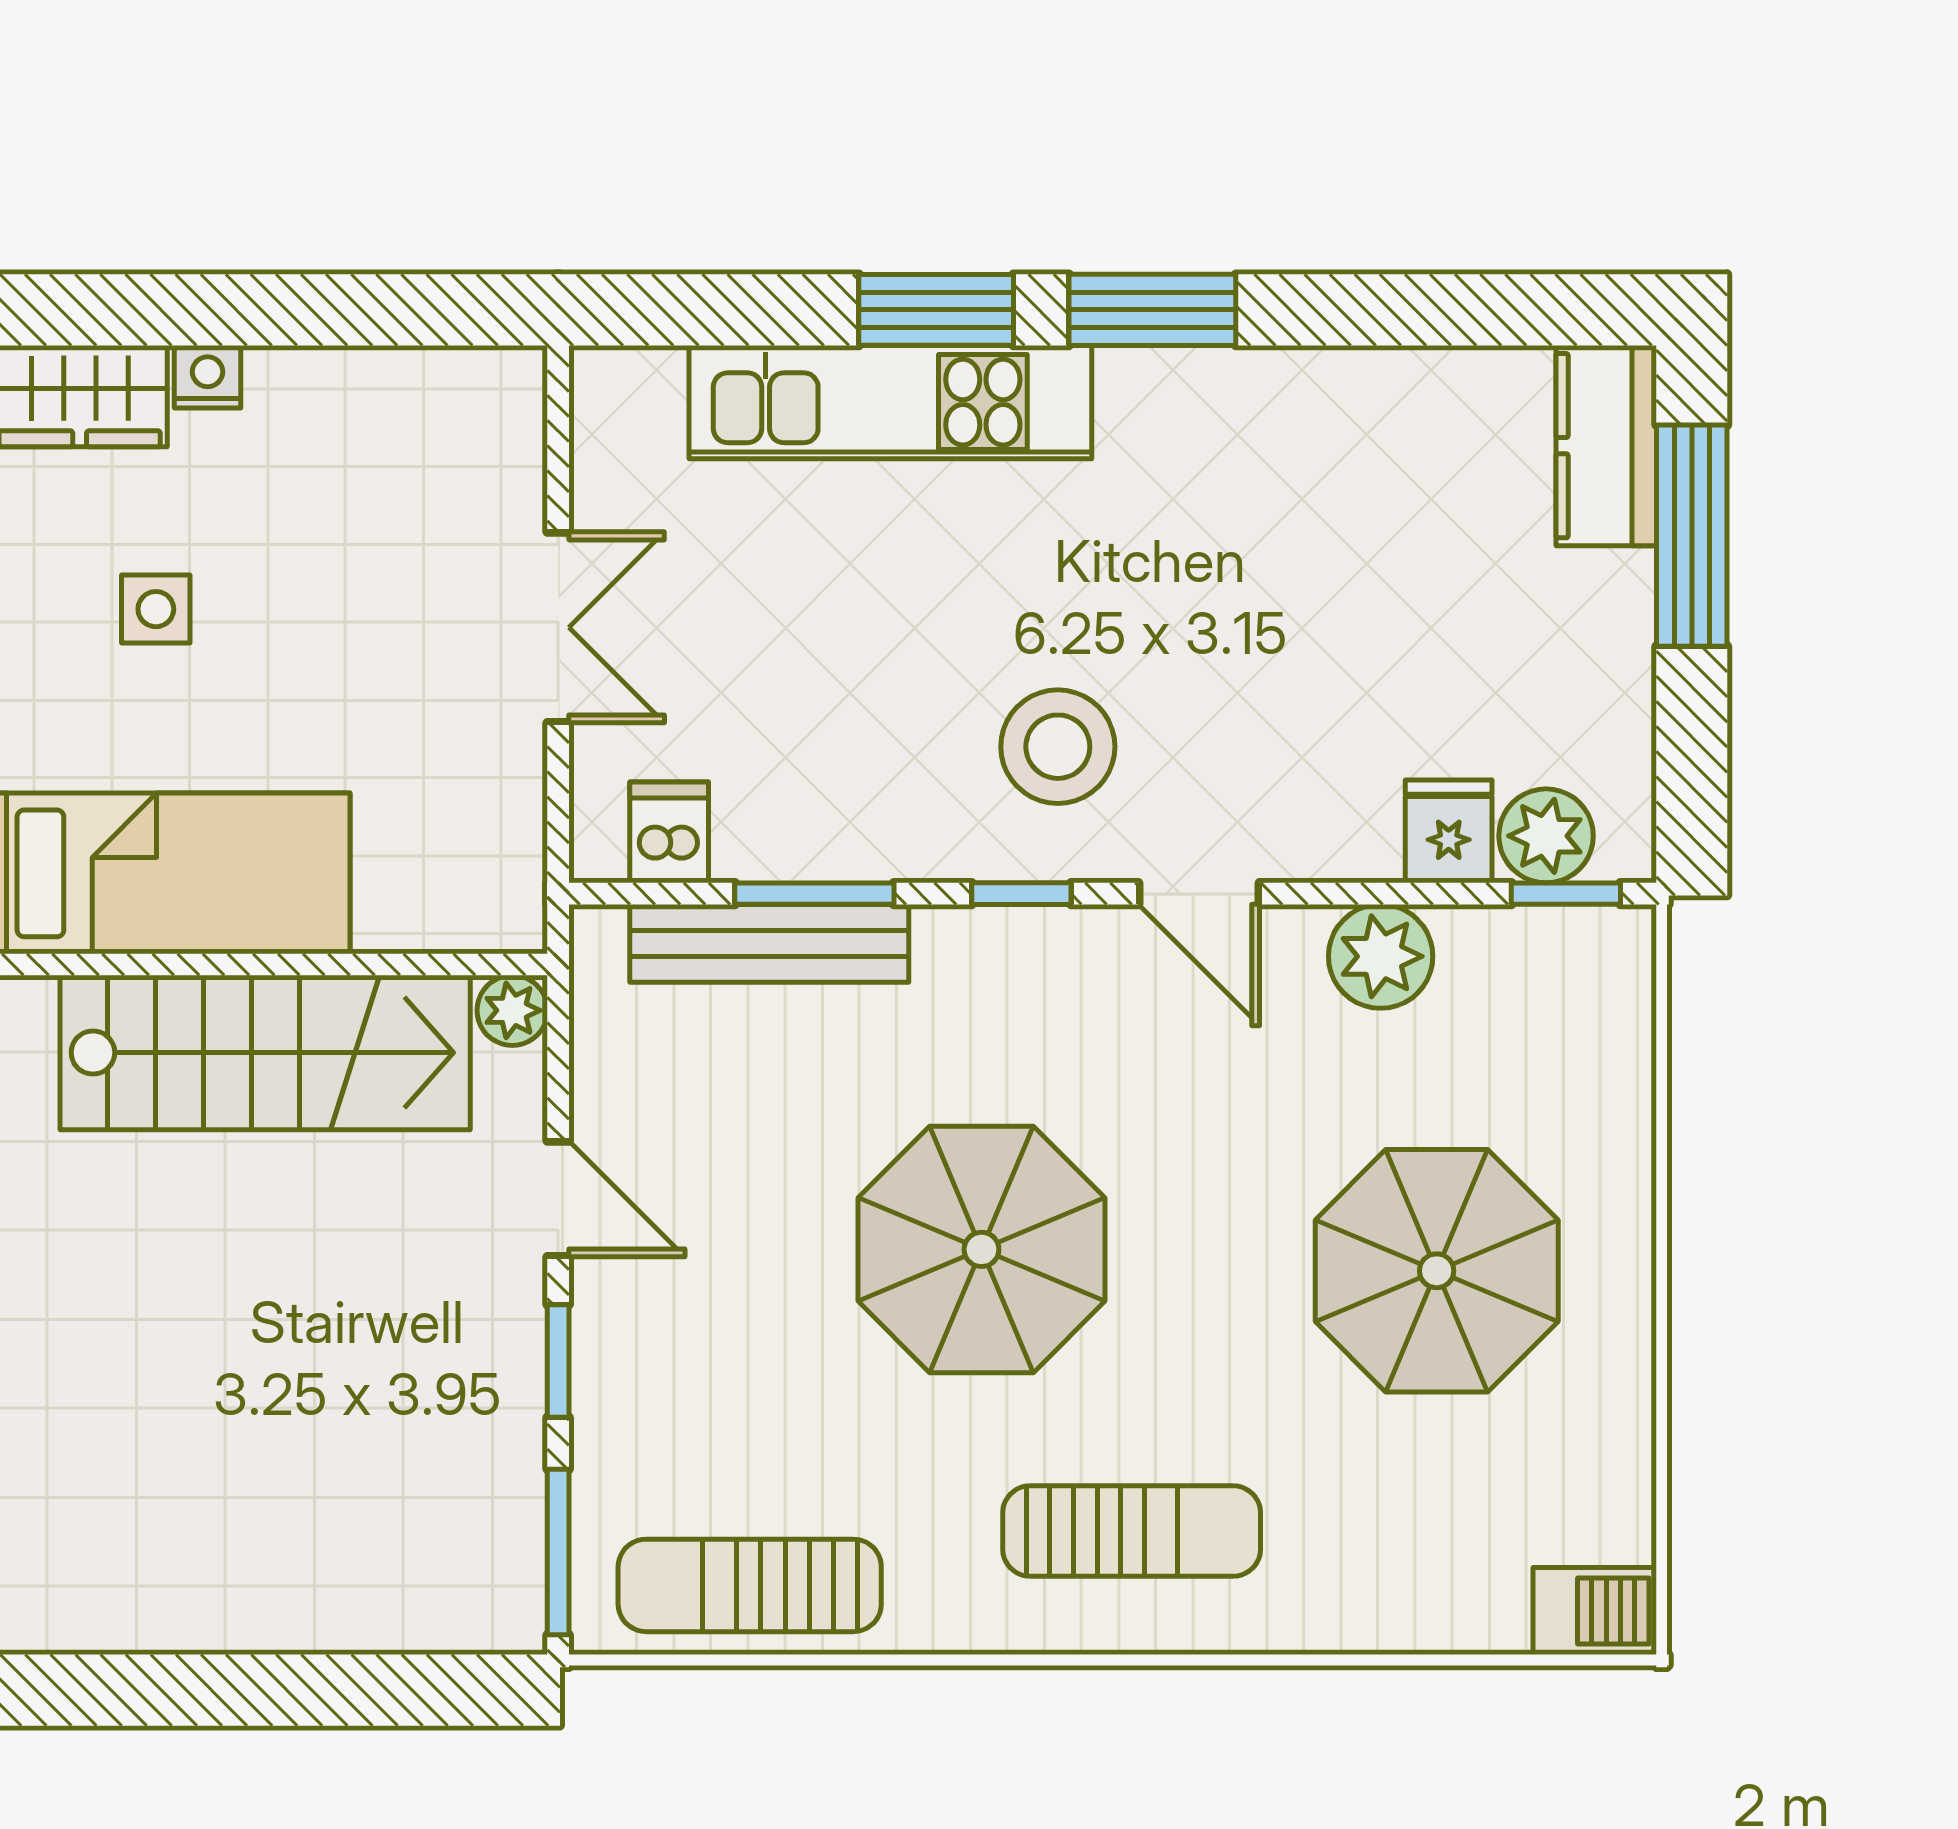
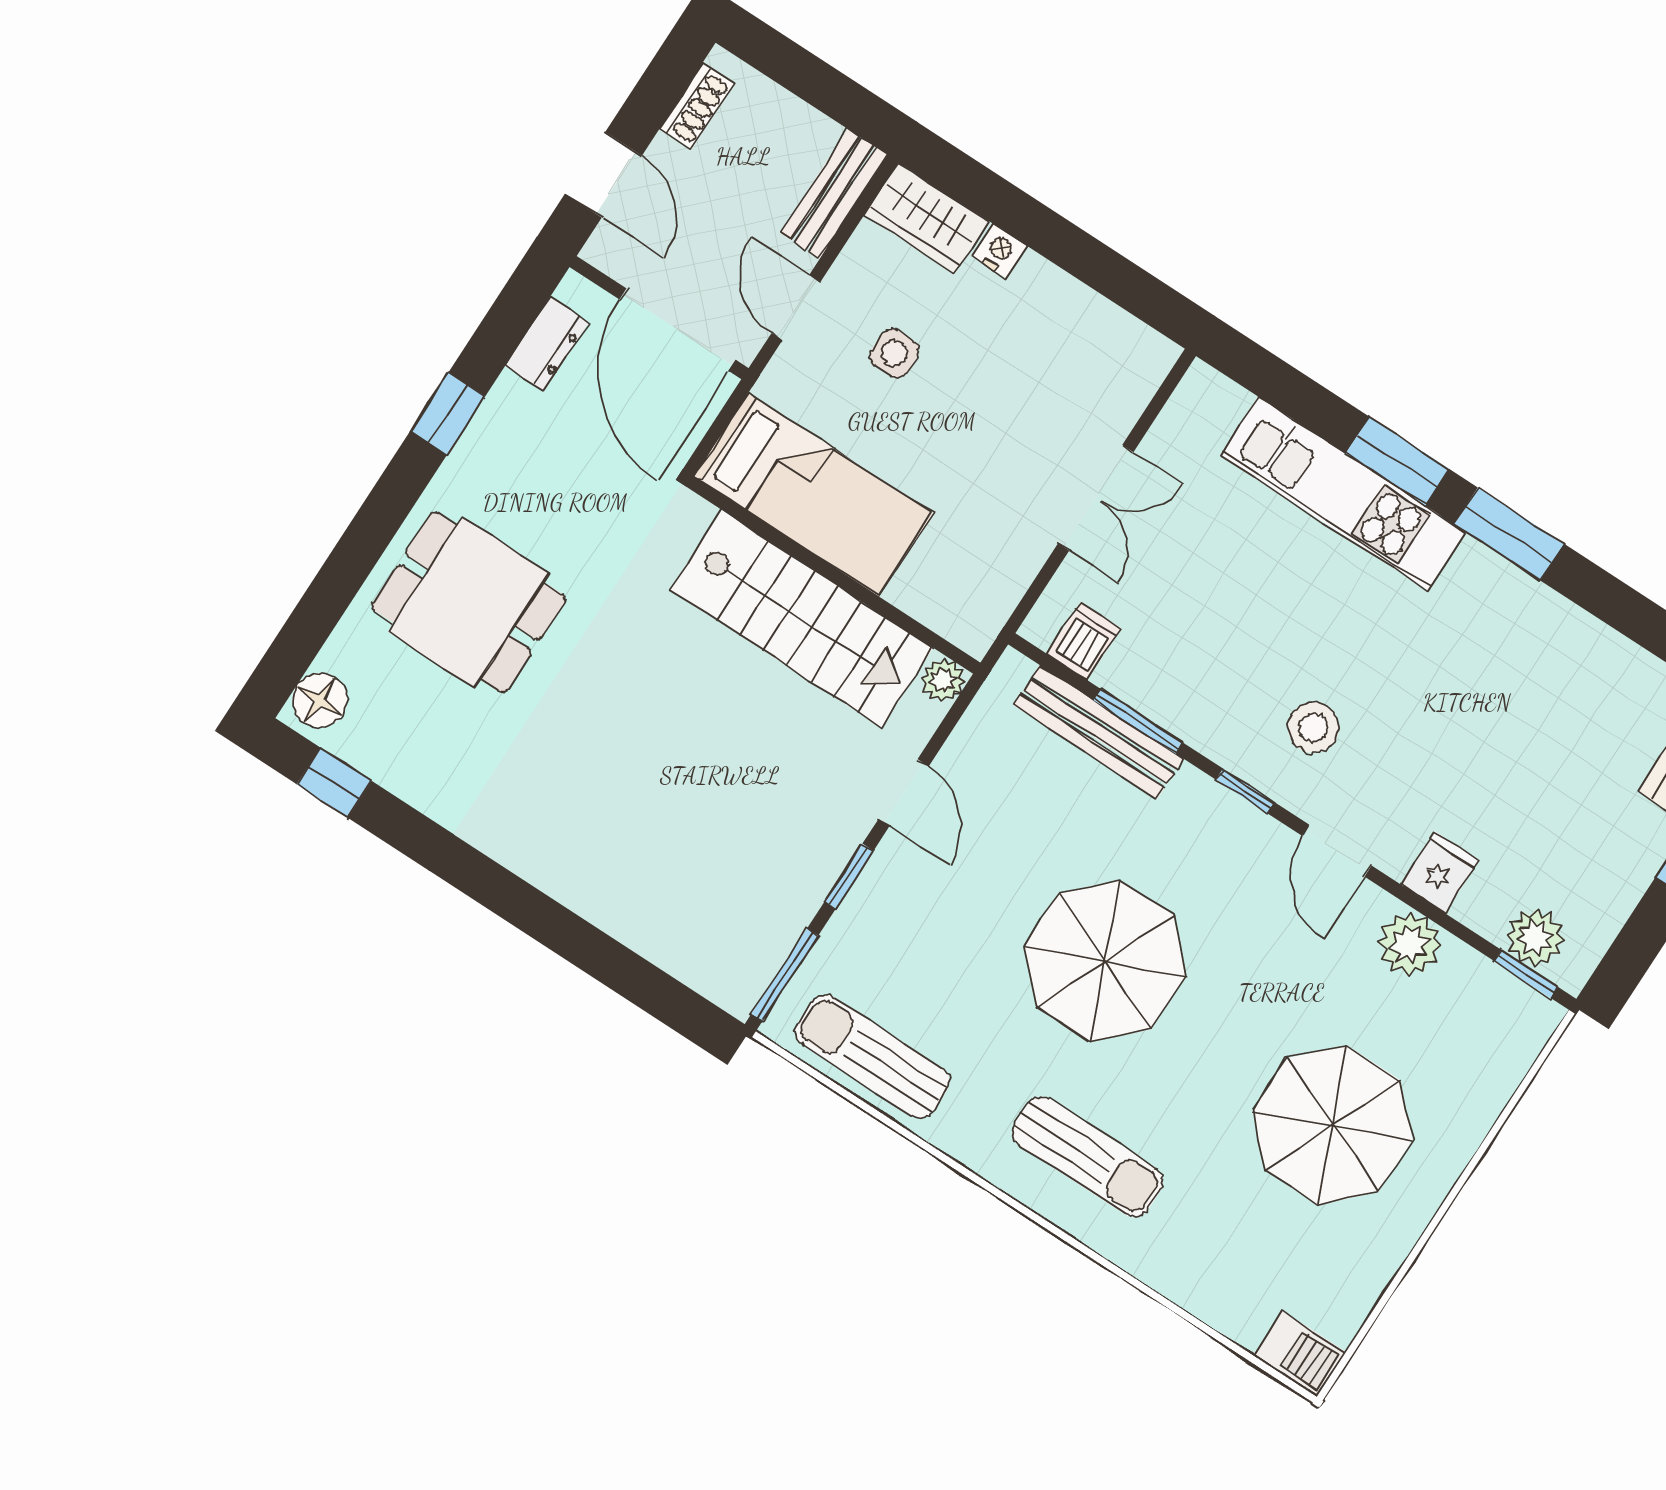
stool: (1058, 747) -> (1313, 727), width x0.73, depth x0.73
fridge: (1449, 831) -> (1440, 872), moved

